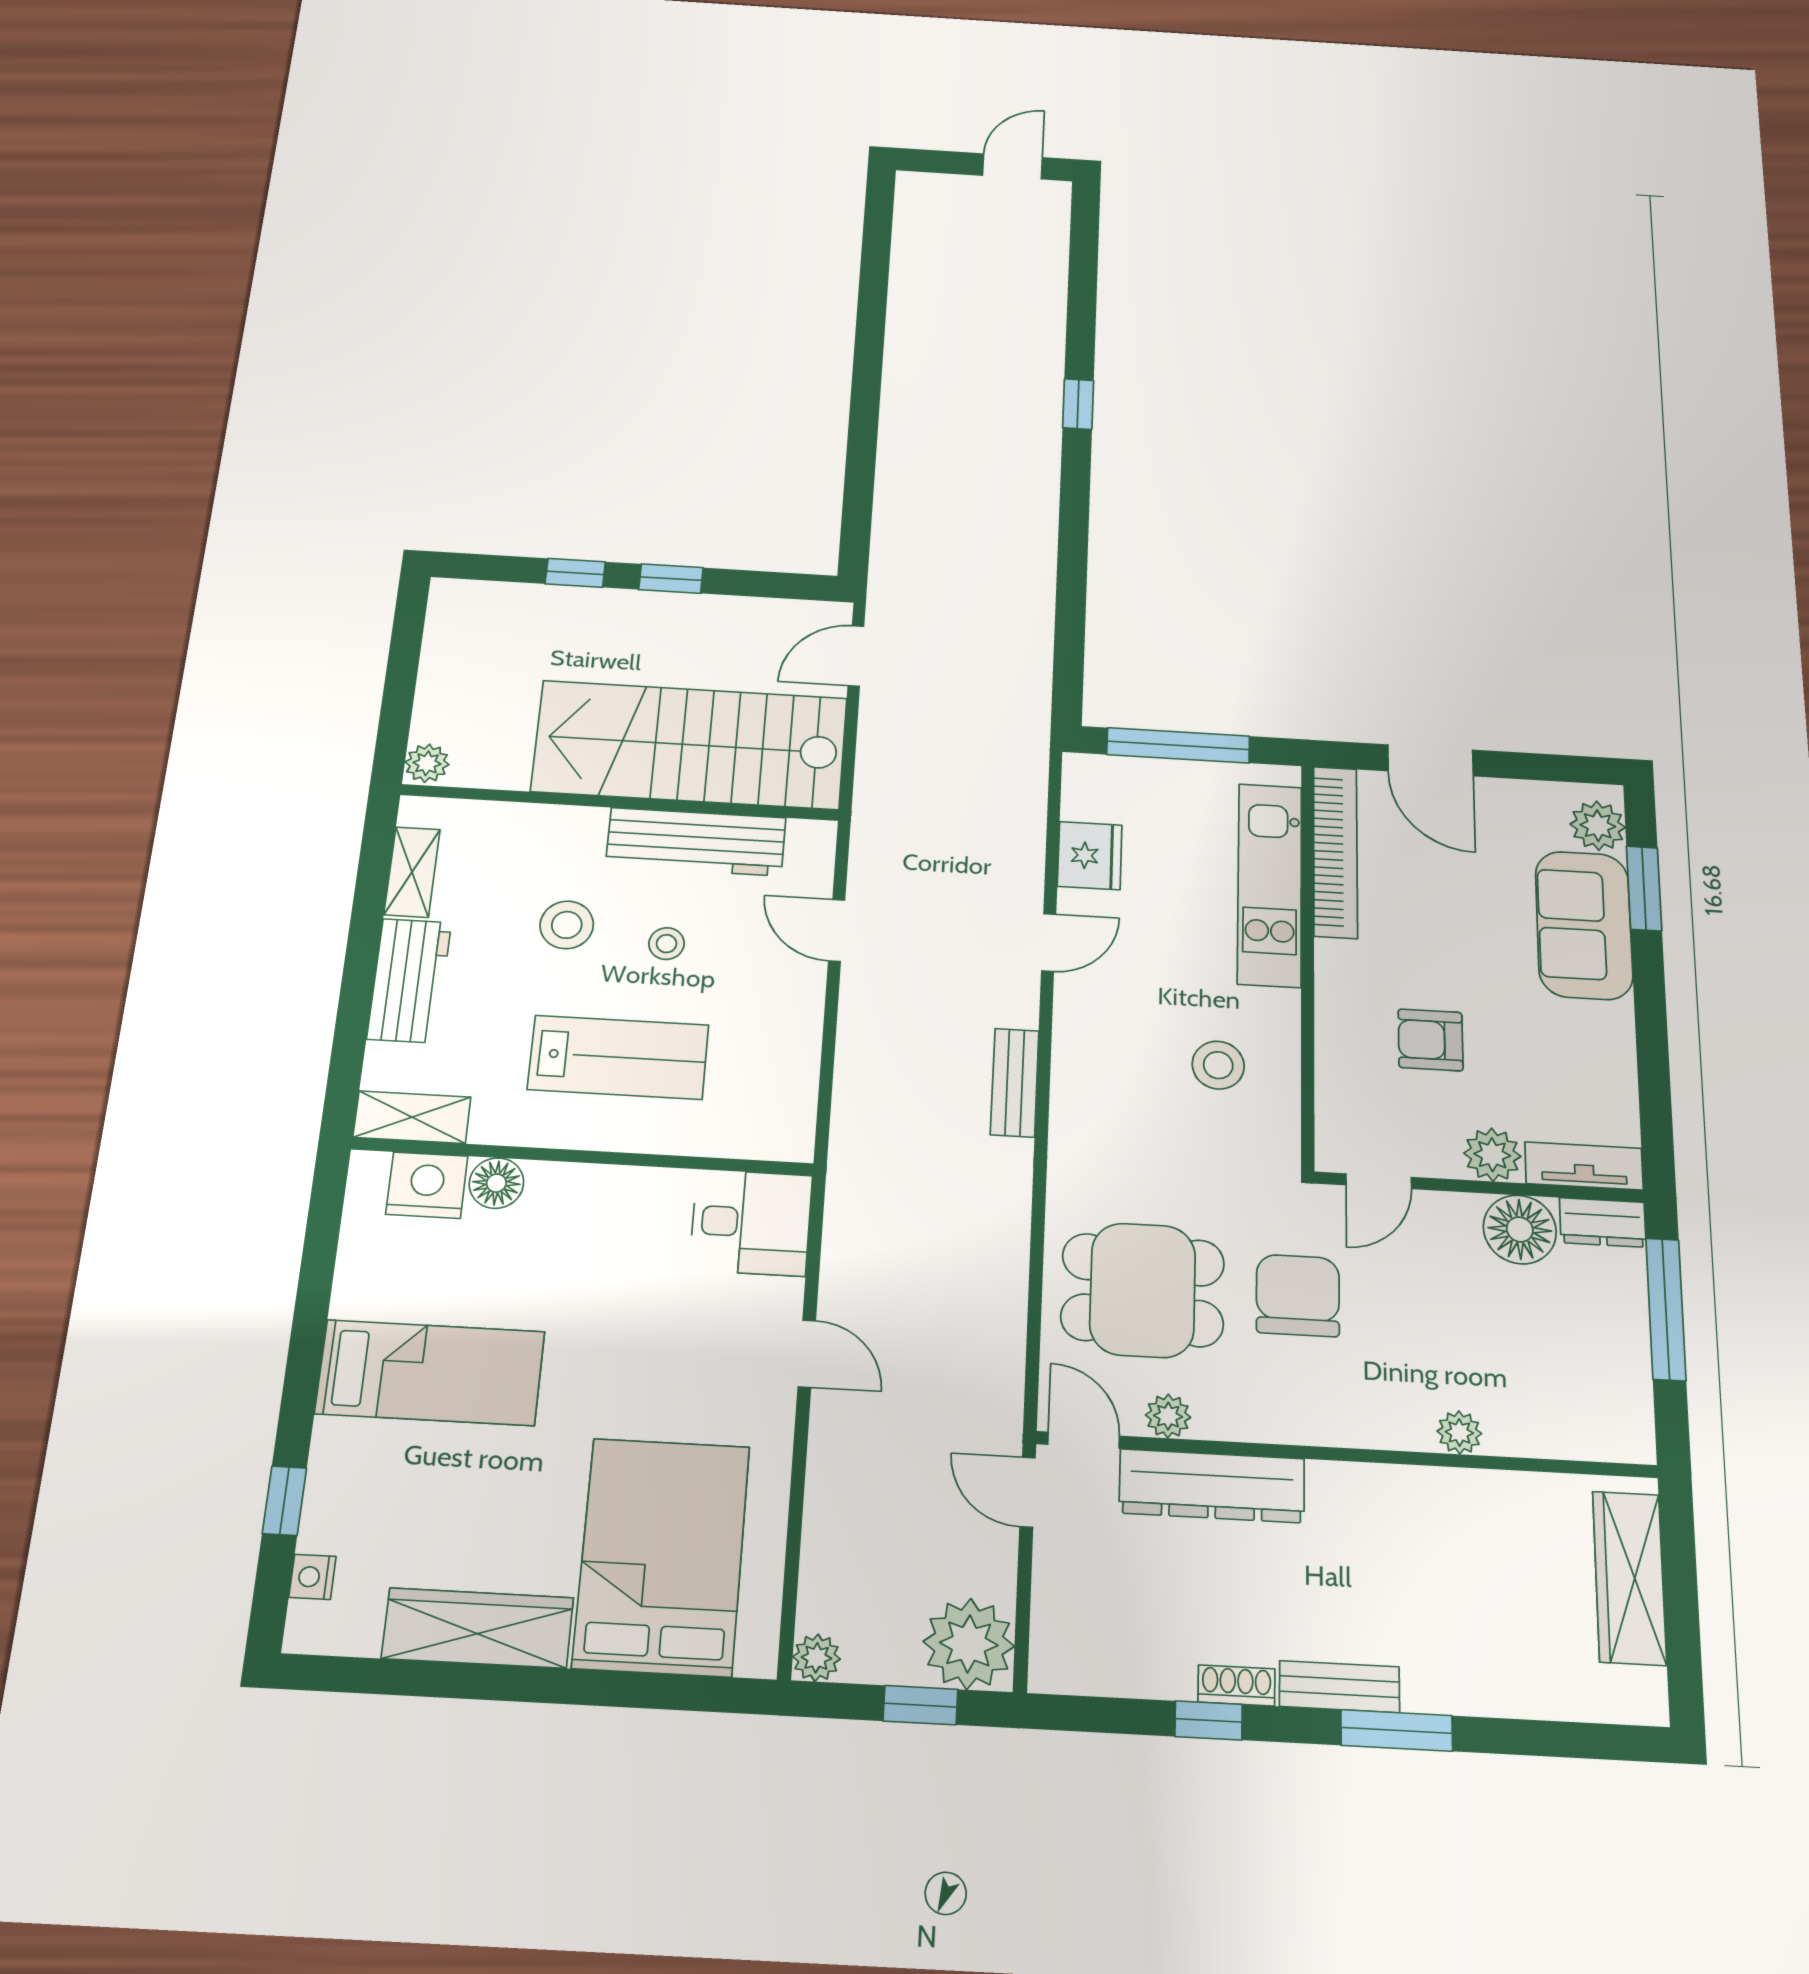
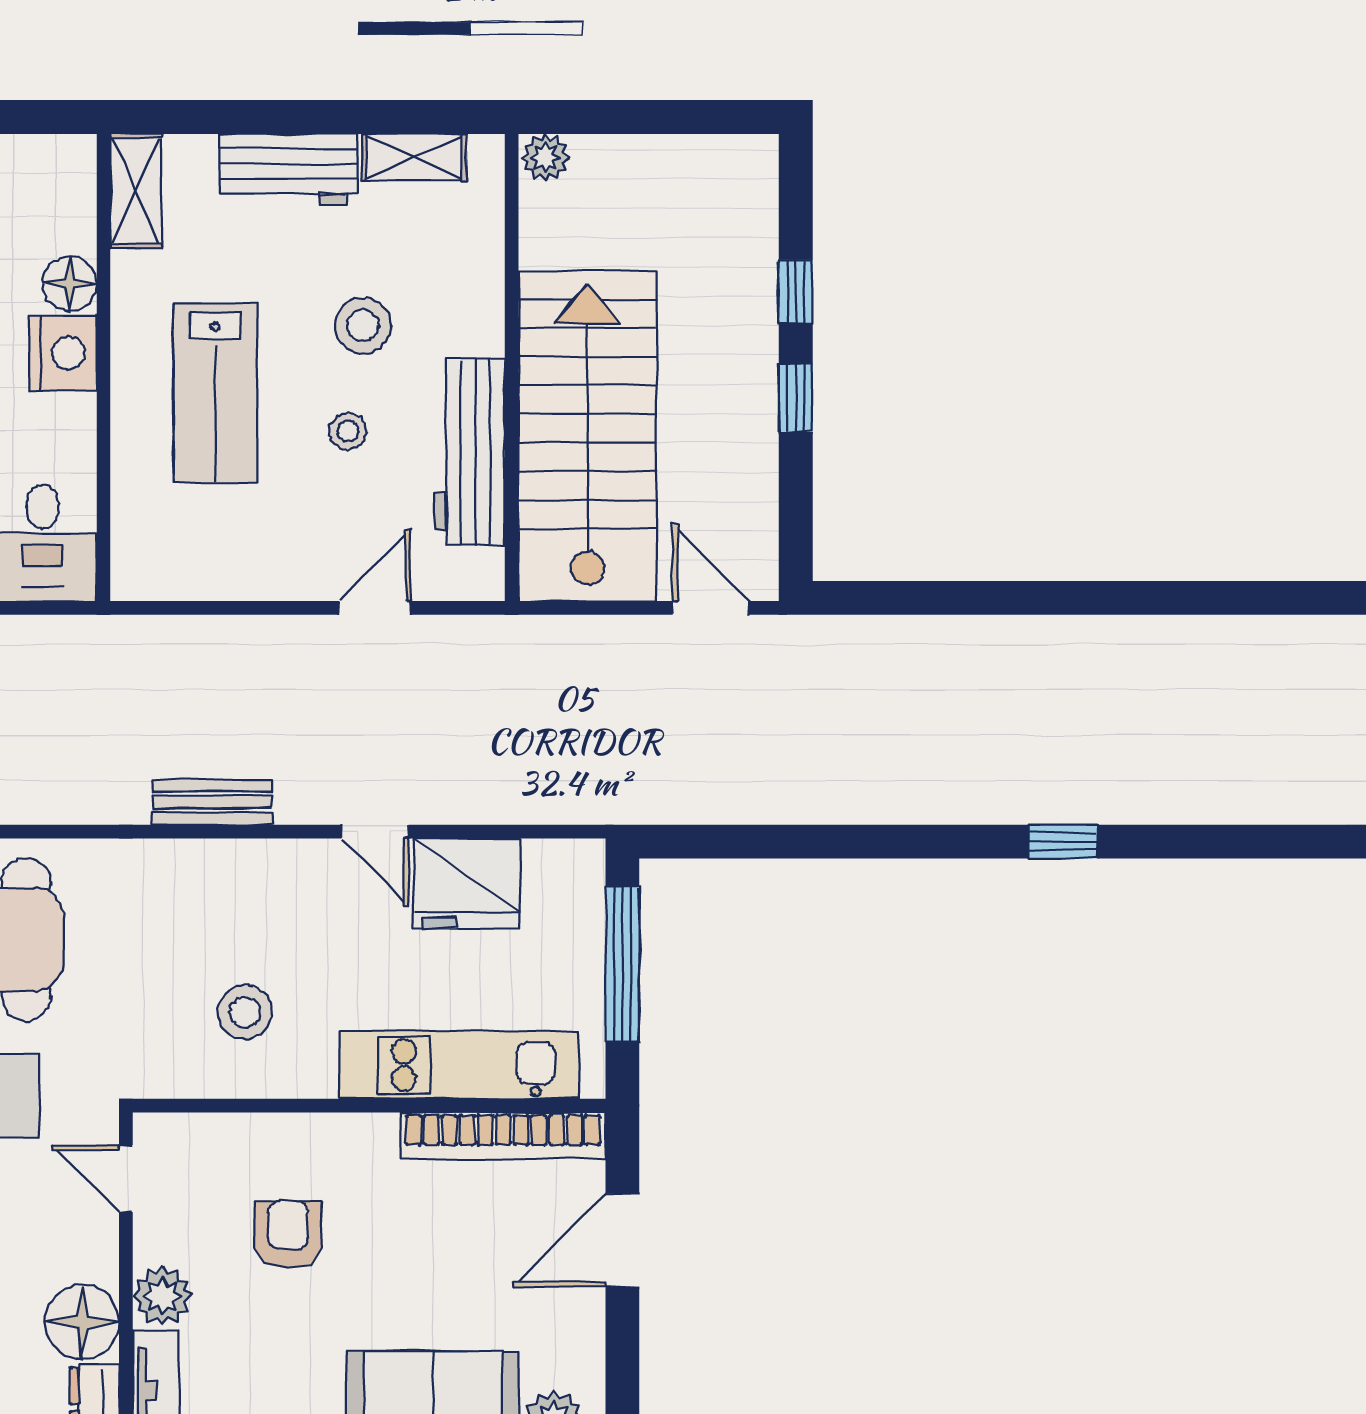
fridge: (1090, 856) -> (467, 883), width x1.36, depth x1.34
nightstand: (427, 1185) -> (63, 353), moved

